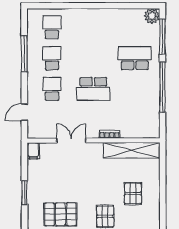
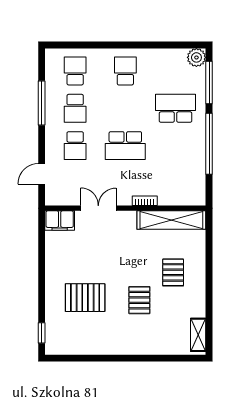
school desk: (93, 27) -> (125, 71), added
school desk: (52, 58) -> (75, 108), turned 180
school desk: (52, 89) -> (75, 146), turned 180
filing cabinet: (33, 151) -> (60, 220), width x2.00
window: (25, 193) -> (42, 271), removed

